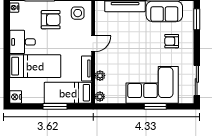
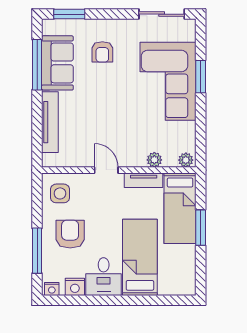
nightstand: (16, 97) -> (75, 287), moved

